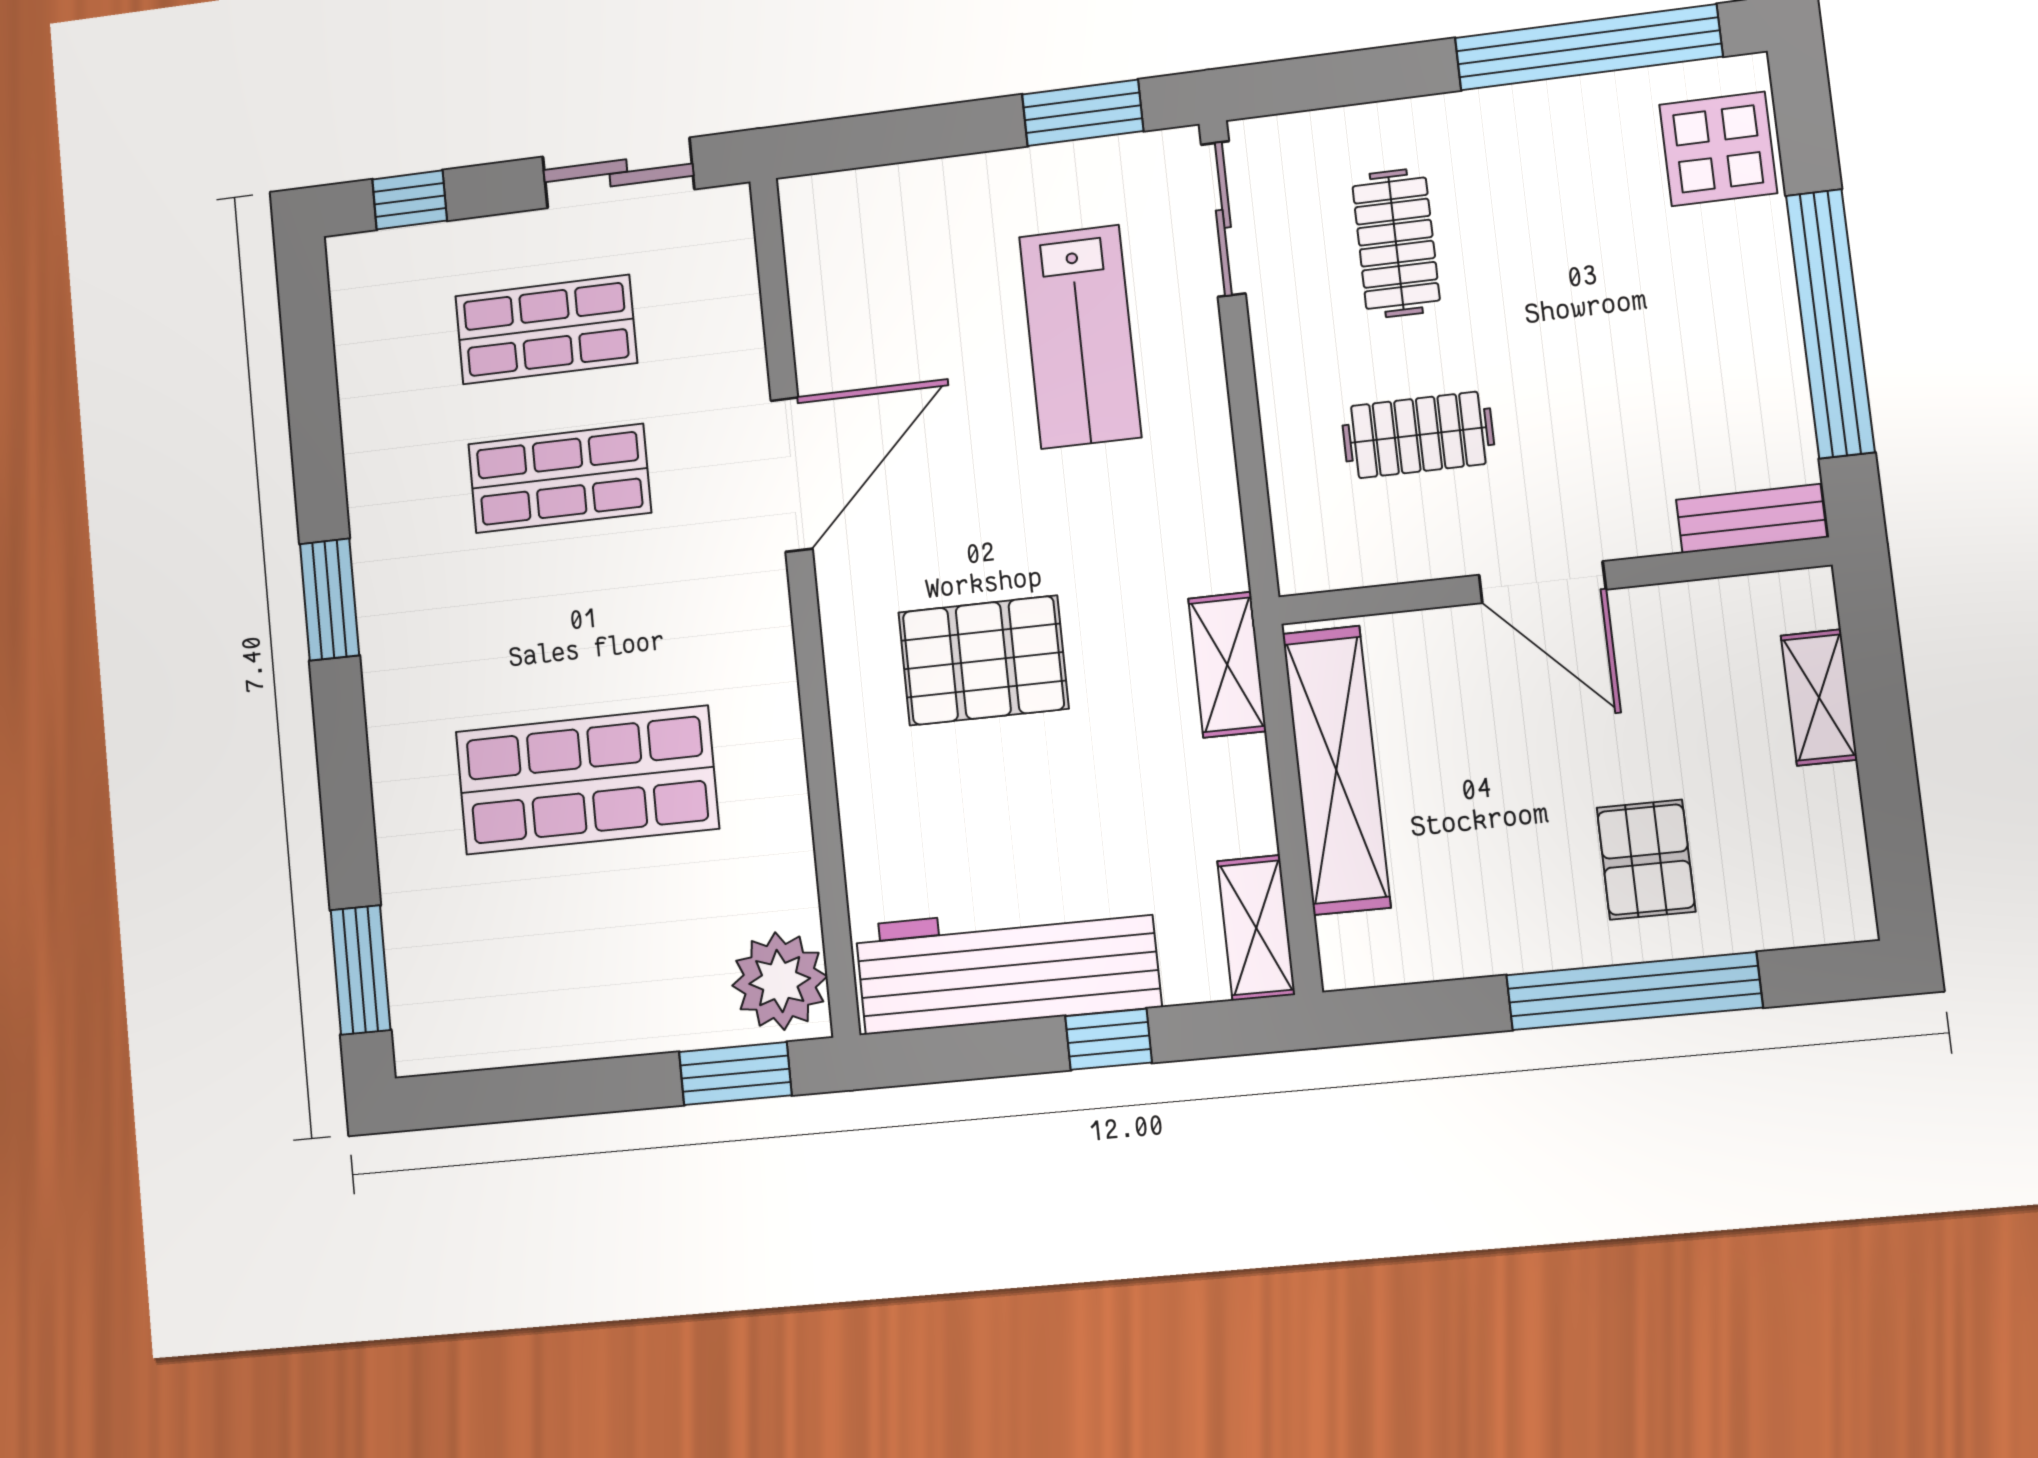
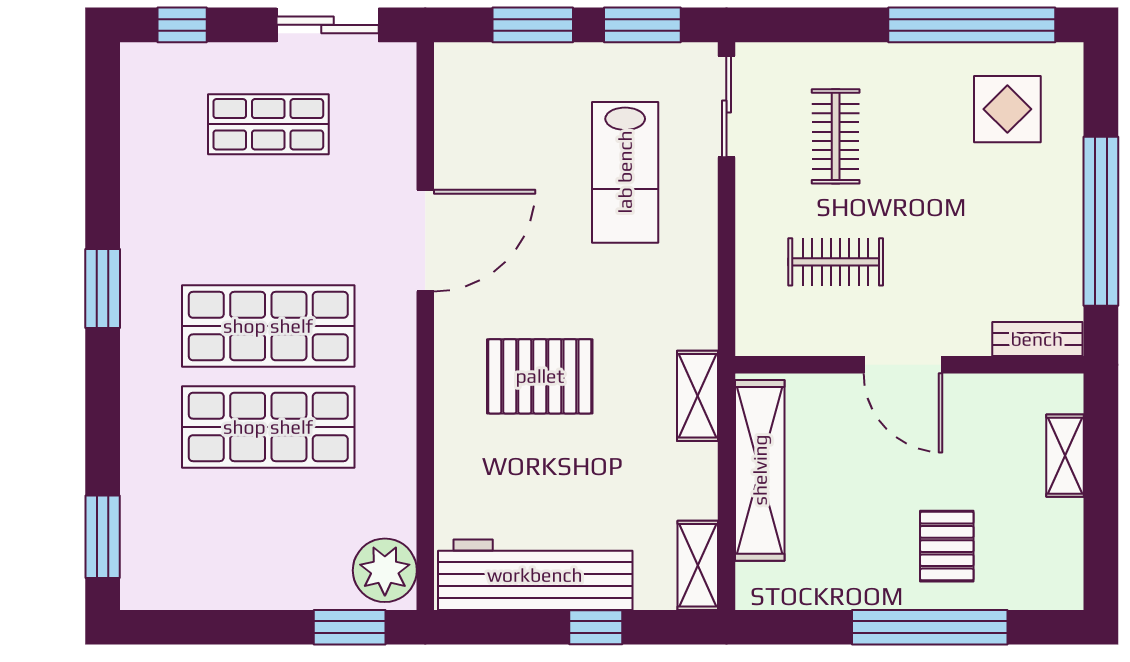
window: (919, 134) -> (533, 25), added
display table: (1718, 149) -> (1007, 109), moved
shop shelf: (560, 478) -> (268, 326), moved, width x1.43, depth x1.36

